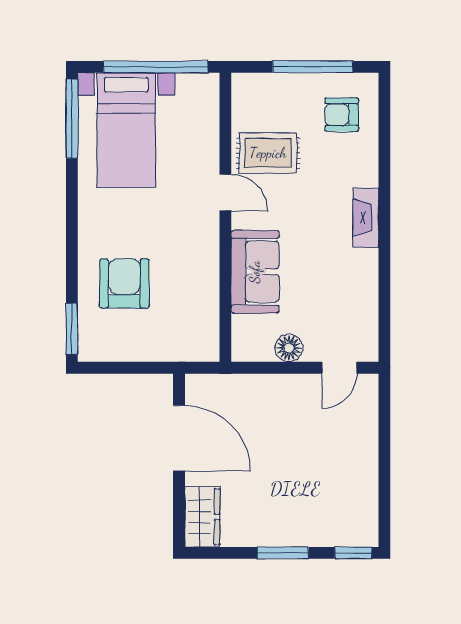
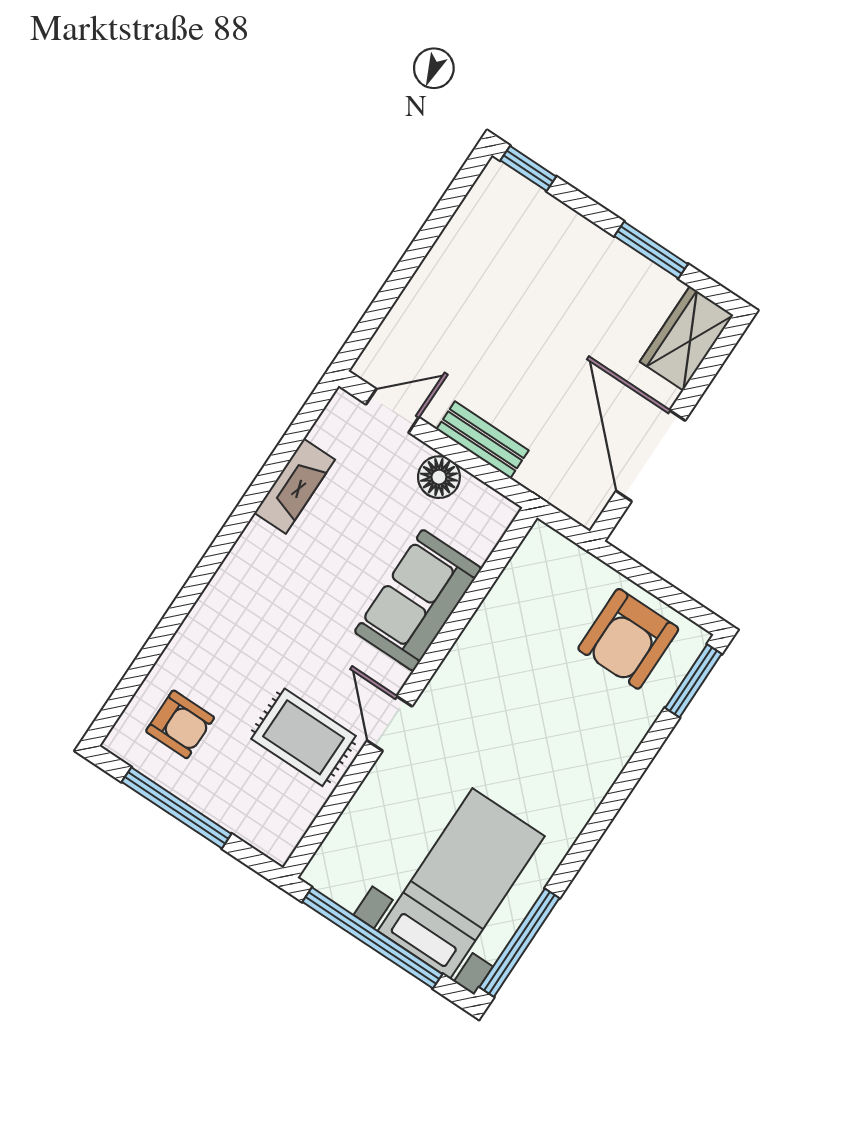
fireplace: (366, 218) -> (295, 486), moved
armchair: (124, 283) -> (628, 639), moved
bench: (278, 385) -> (482, 440), added
window: (283, 553) -> (651, 250), moved

